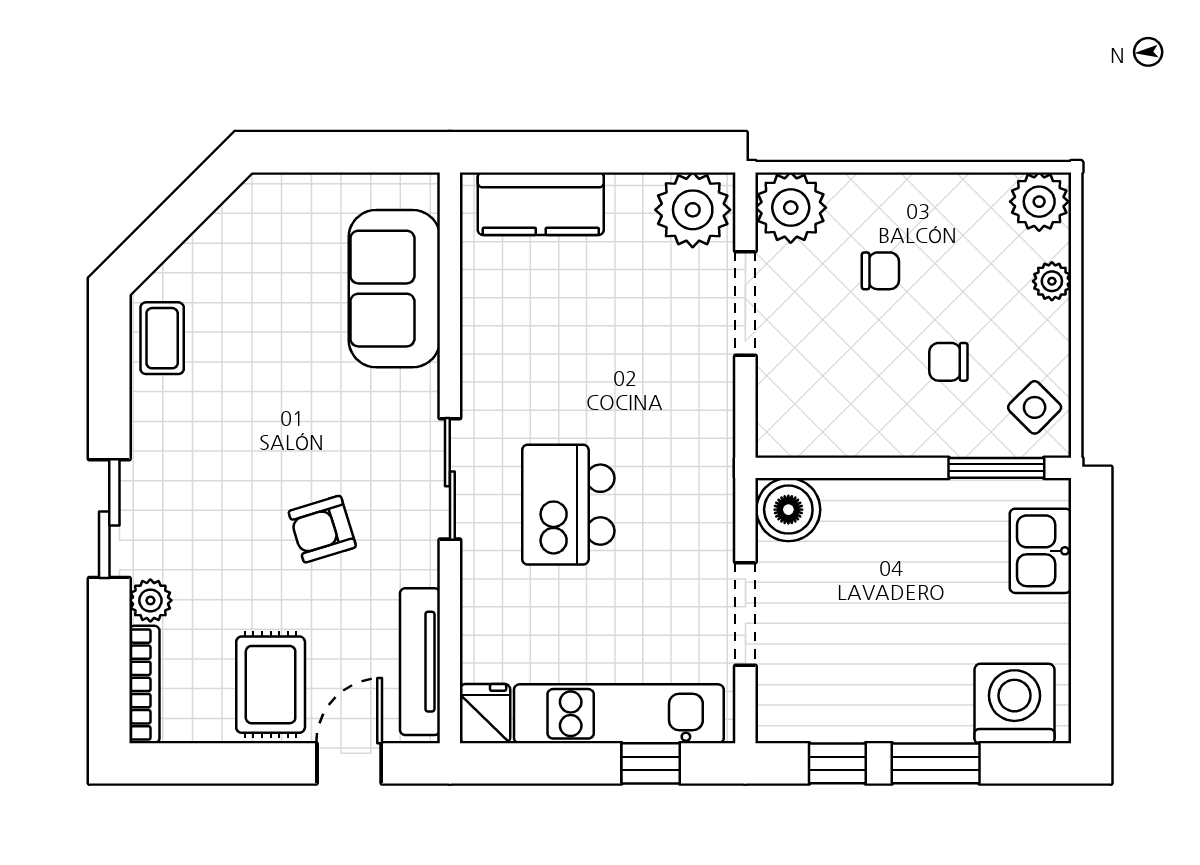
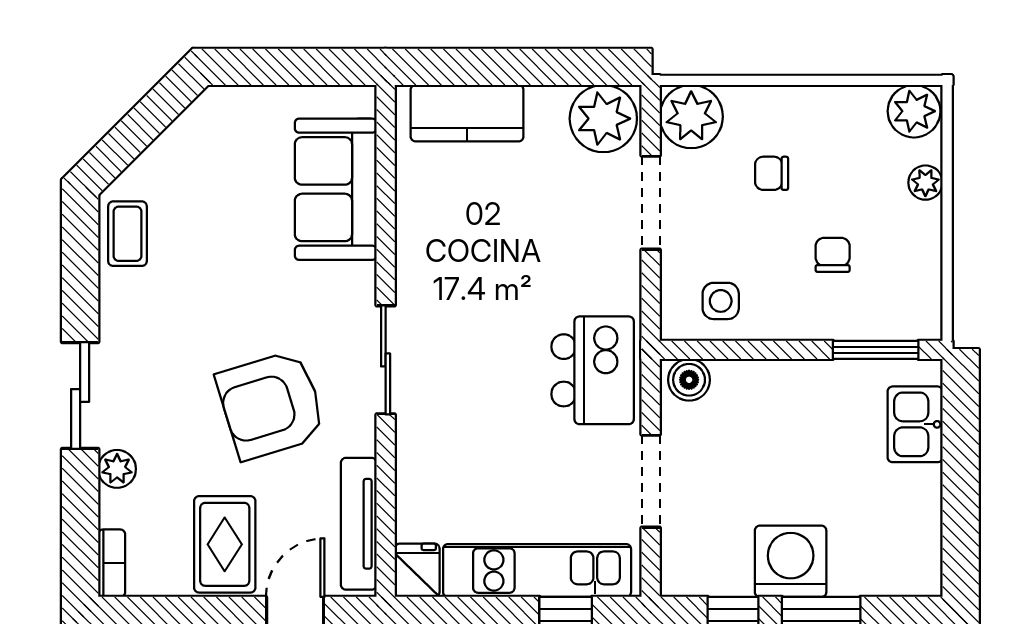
chair: (880, 271) -> (772, 173), turned 180
chair: (948, 362) -> (833, 255), turned 90
side table: (1035, 407) -> (721, 301), moved, turned 45
kitchen island: (568, 505) -> (593, 370), moved, turned 180
boiler: (788, 510) -> (689, 380), width x0.73, depth x0.73
armchair: (322, 529) -> (271, 405), width x1.88, depth x1.88
bookcase: (144, 684) -> (112, 563), width x0.64
washing machine: (1014, 704) -> (791, 561), moved

